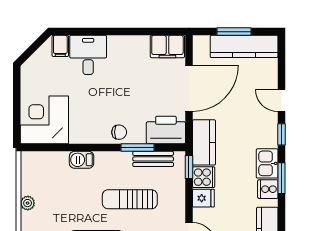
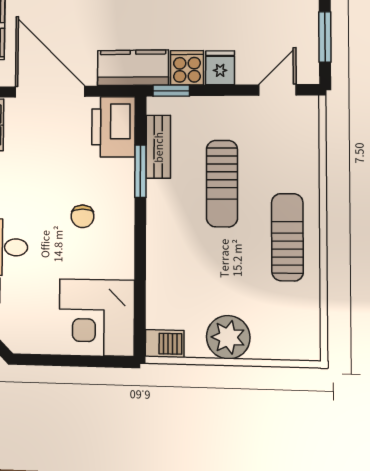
chair: (119, 132) -> (83, 216), moved, turned 180
barbecue: (82, 160) -> (165, 344), moved, turned -90
plant: (28, 203) -> (228, 337), width x1.88, depth x1.88

